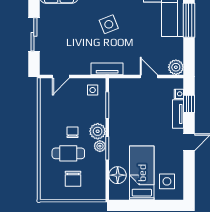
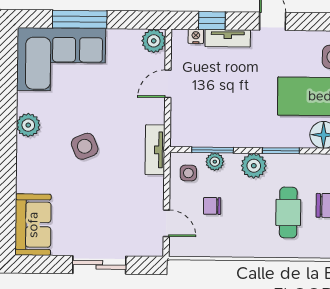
chair: (73, 132) -> (212, 206), moved
plant: (100, 146) -> (215, 162), moved

